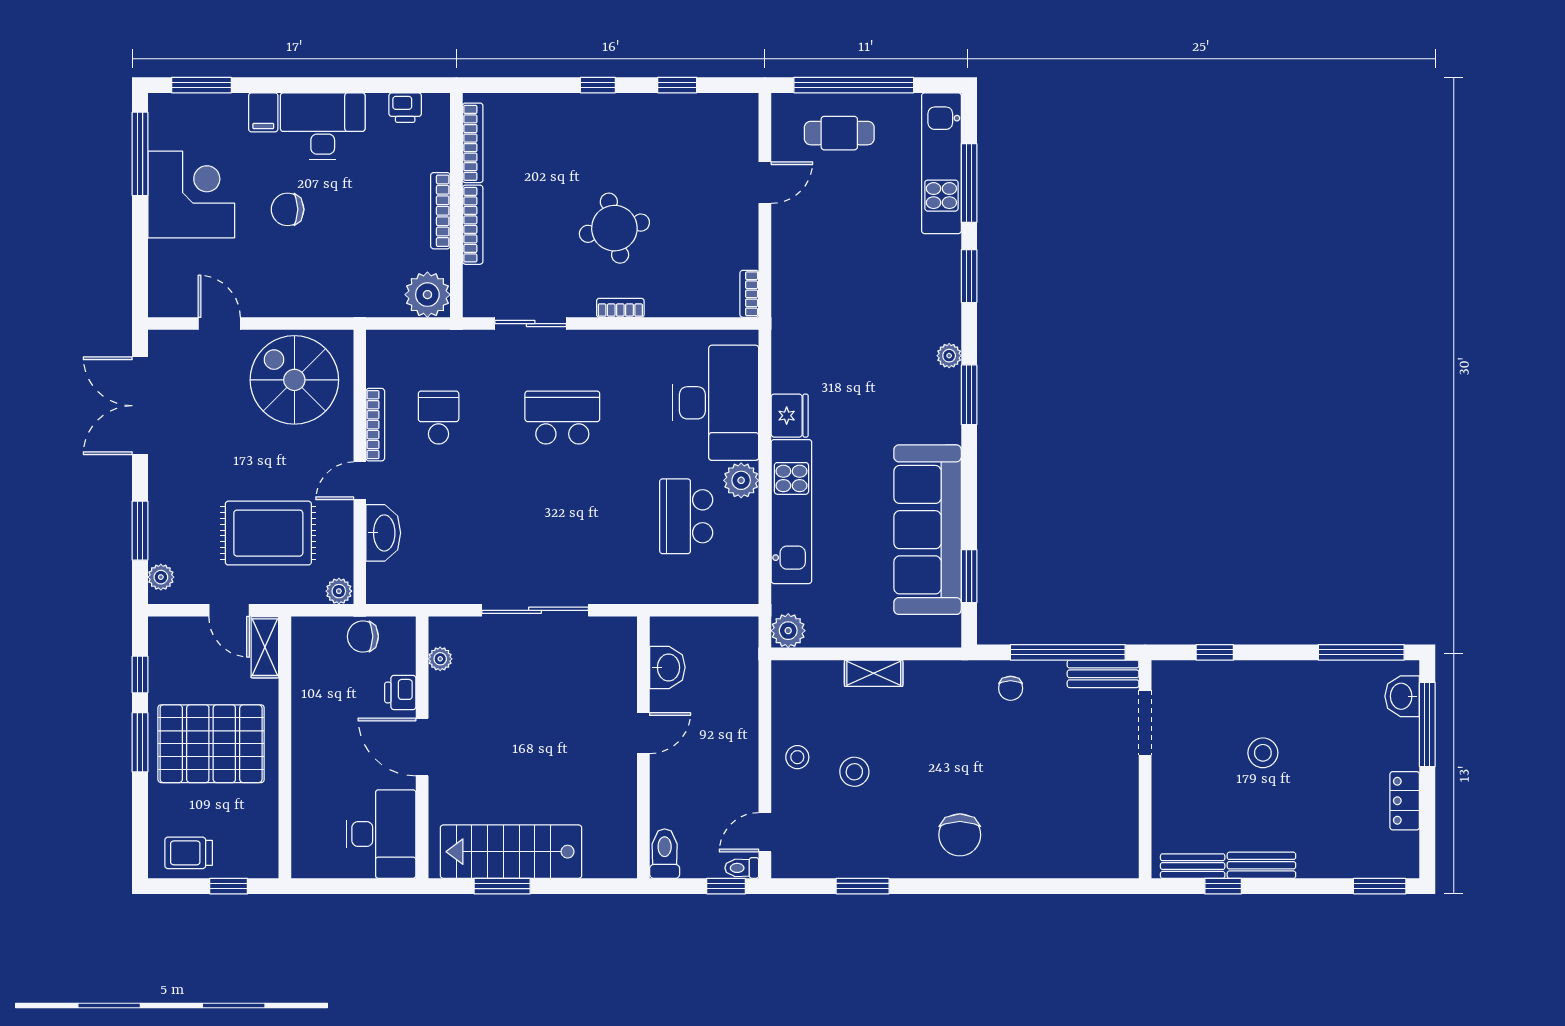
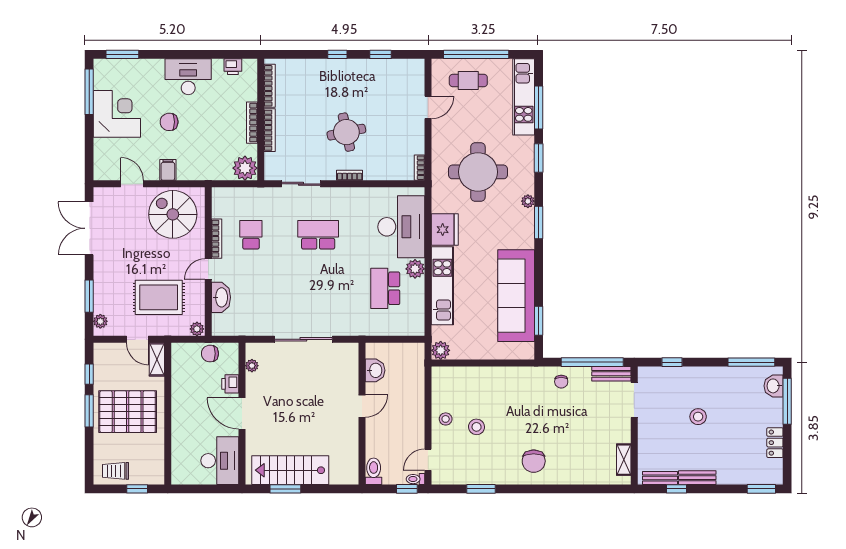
filing cabinet: (263, 112) -> (168, 170), moved, turned 180
round table: (857, 302) -> (478, 172), added
fridge: (790, 416) -> (445, 230), width x1.36, depth x1.34
shelving: (874, 673) -> (624, 460), moved, turned 90

